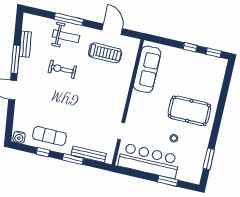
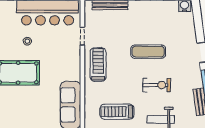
treadmill: (113, 101) -> (98, 65), added
exercise mat: (49, 136) -> (148, 52), moved

